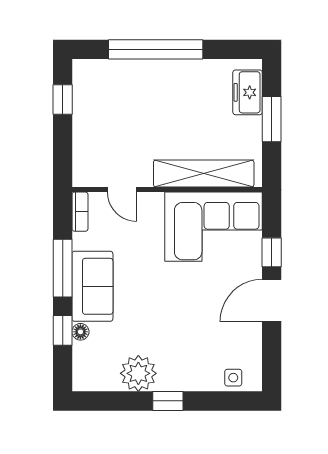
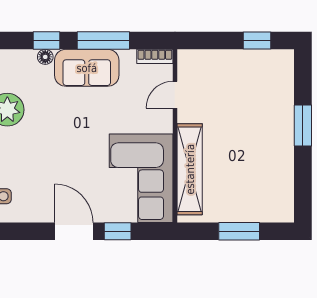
window: (156, 49) -> (303, 126), width x0.47
freezer: (248, 92) -> (264, 209), removed

